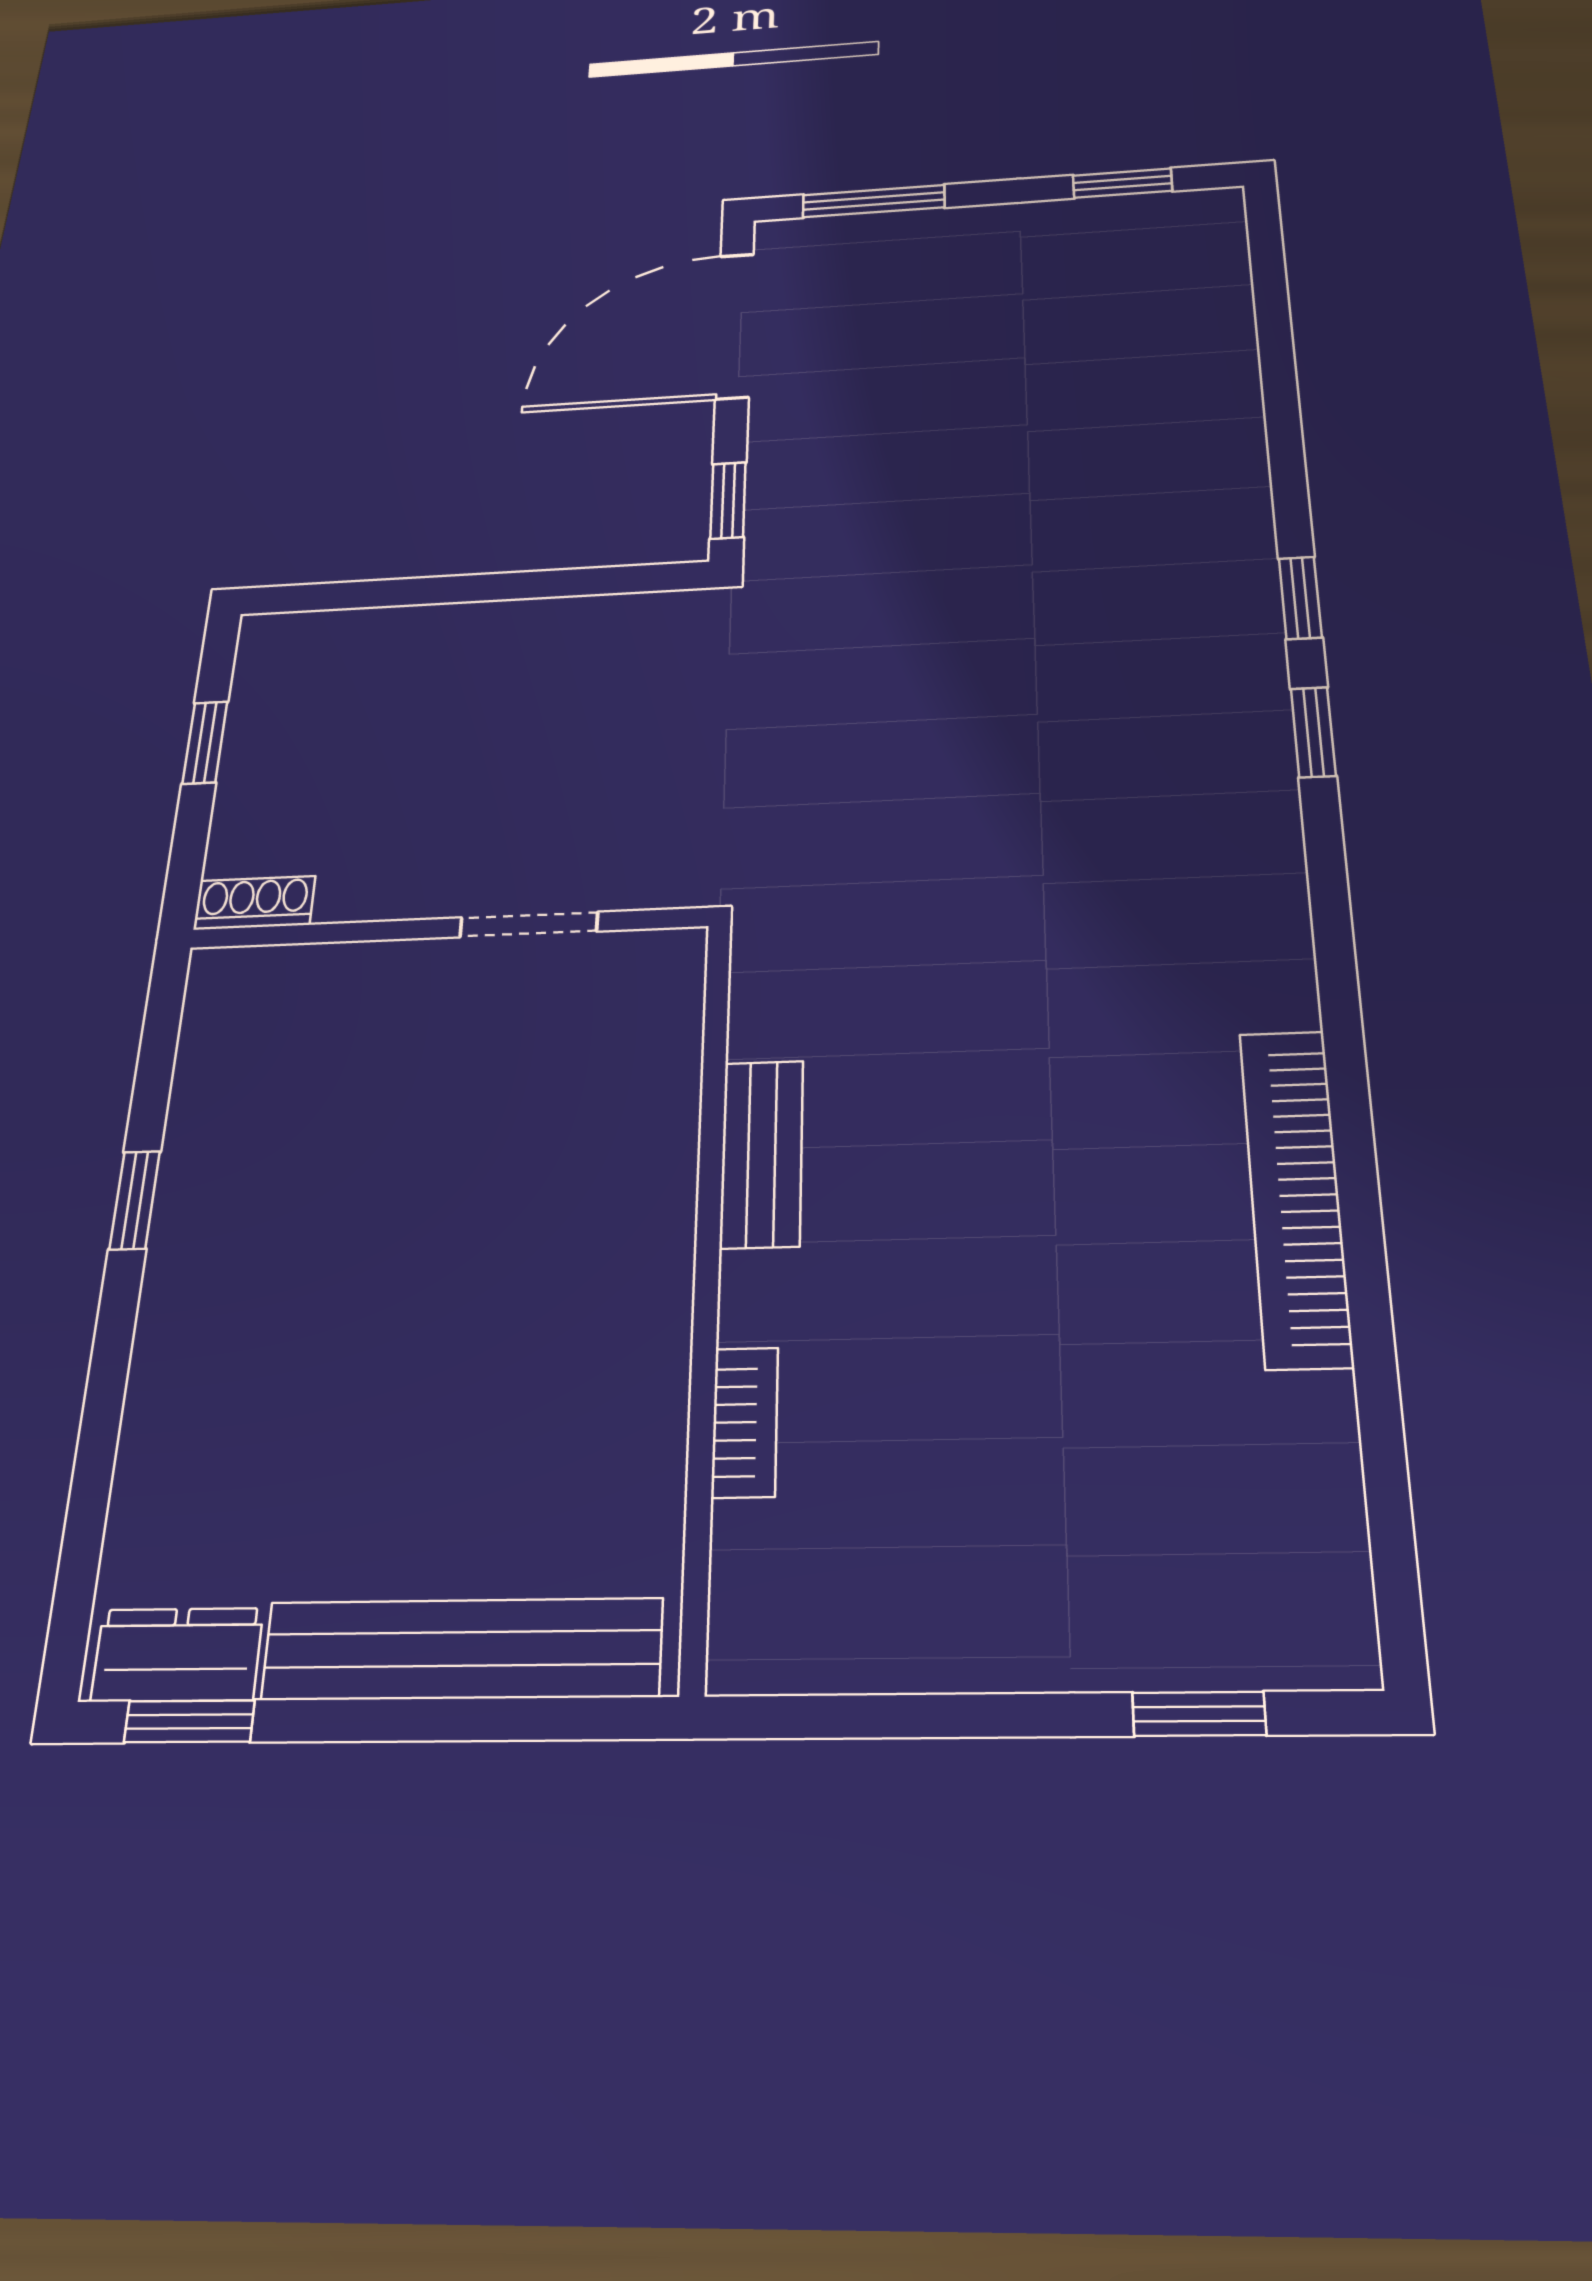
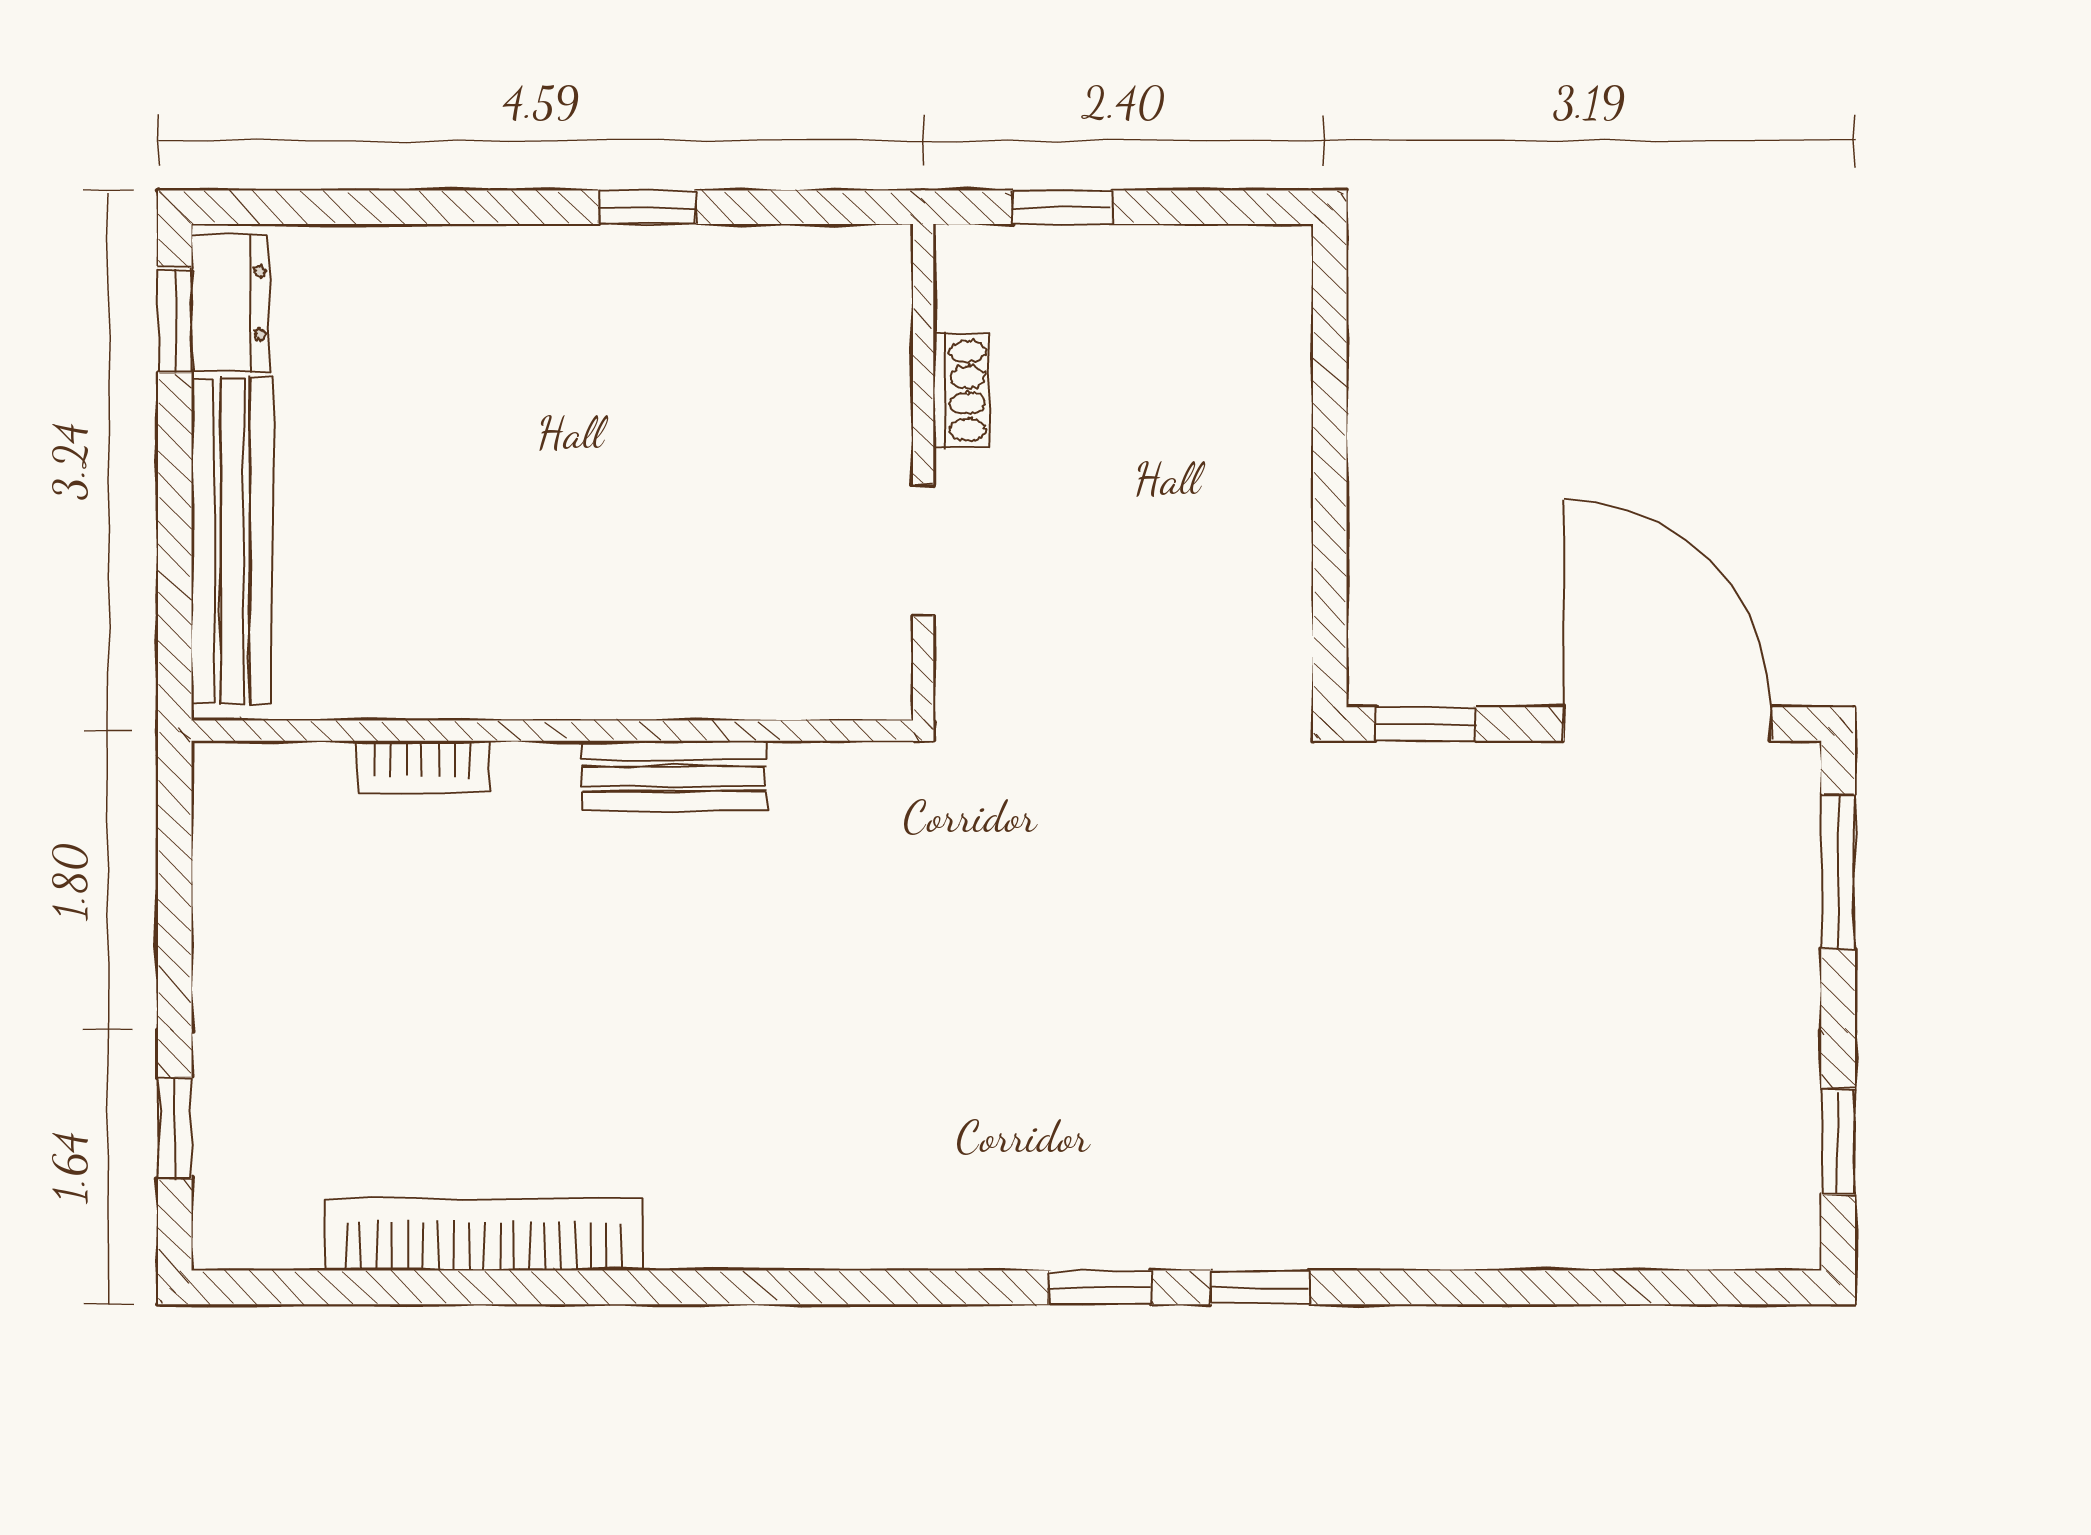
window: (205, 742) -> (1062, 207), moved
shoe rack: (254, 903) -> (961, 390), moved
bookcase: (1295, 1196) -> (484, 1235), moved

